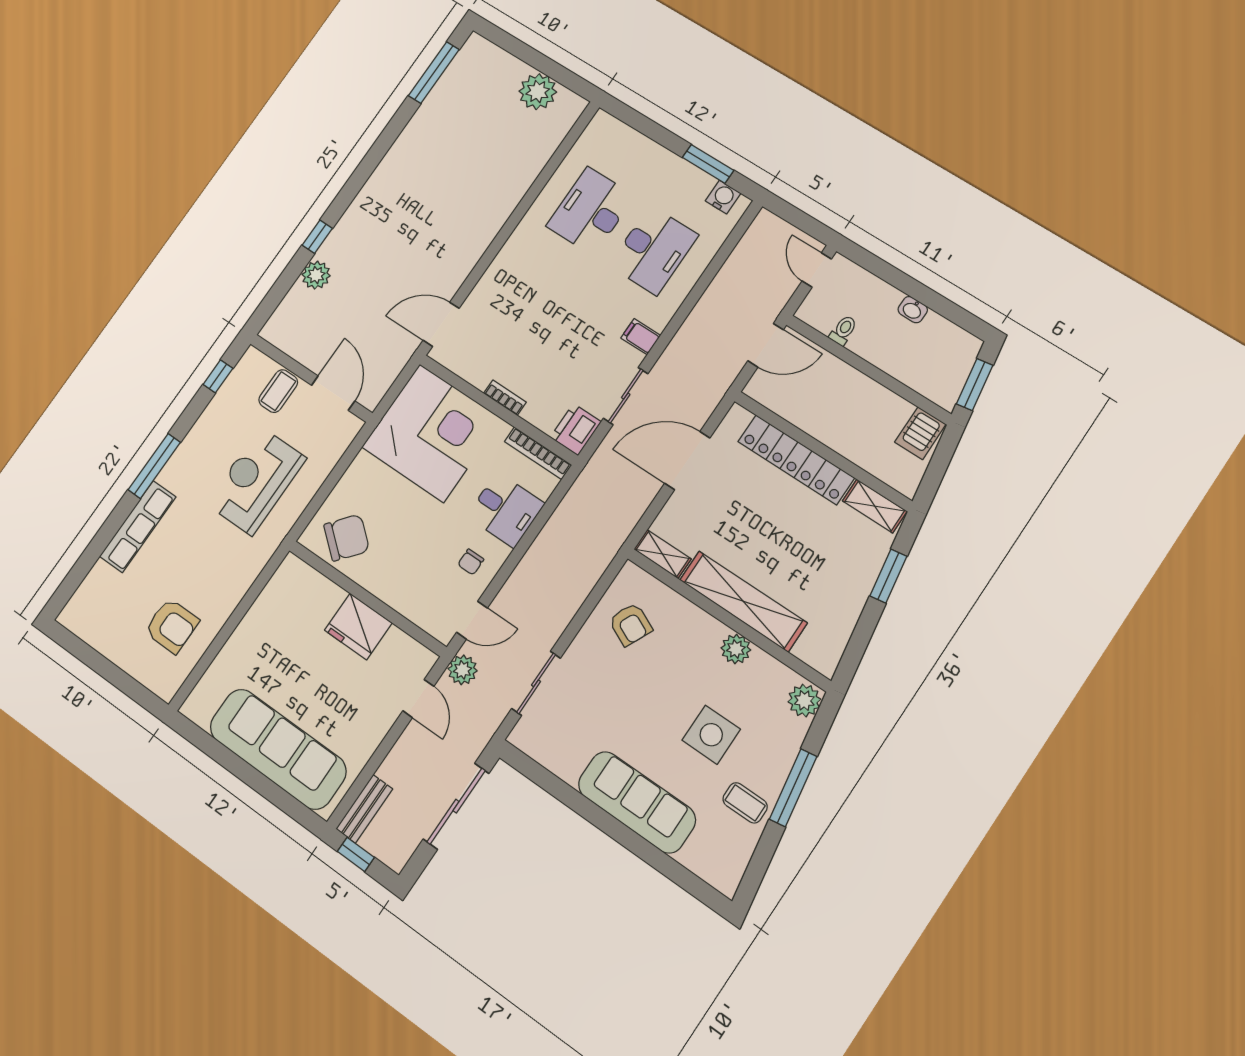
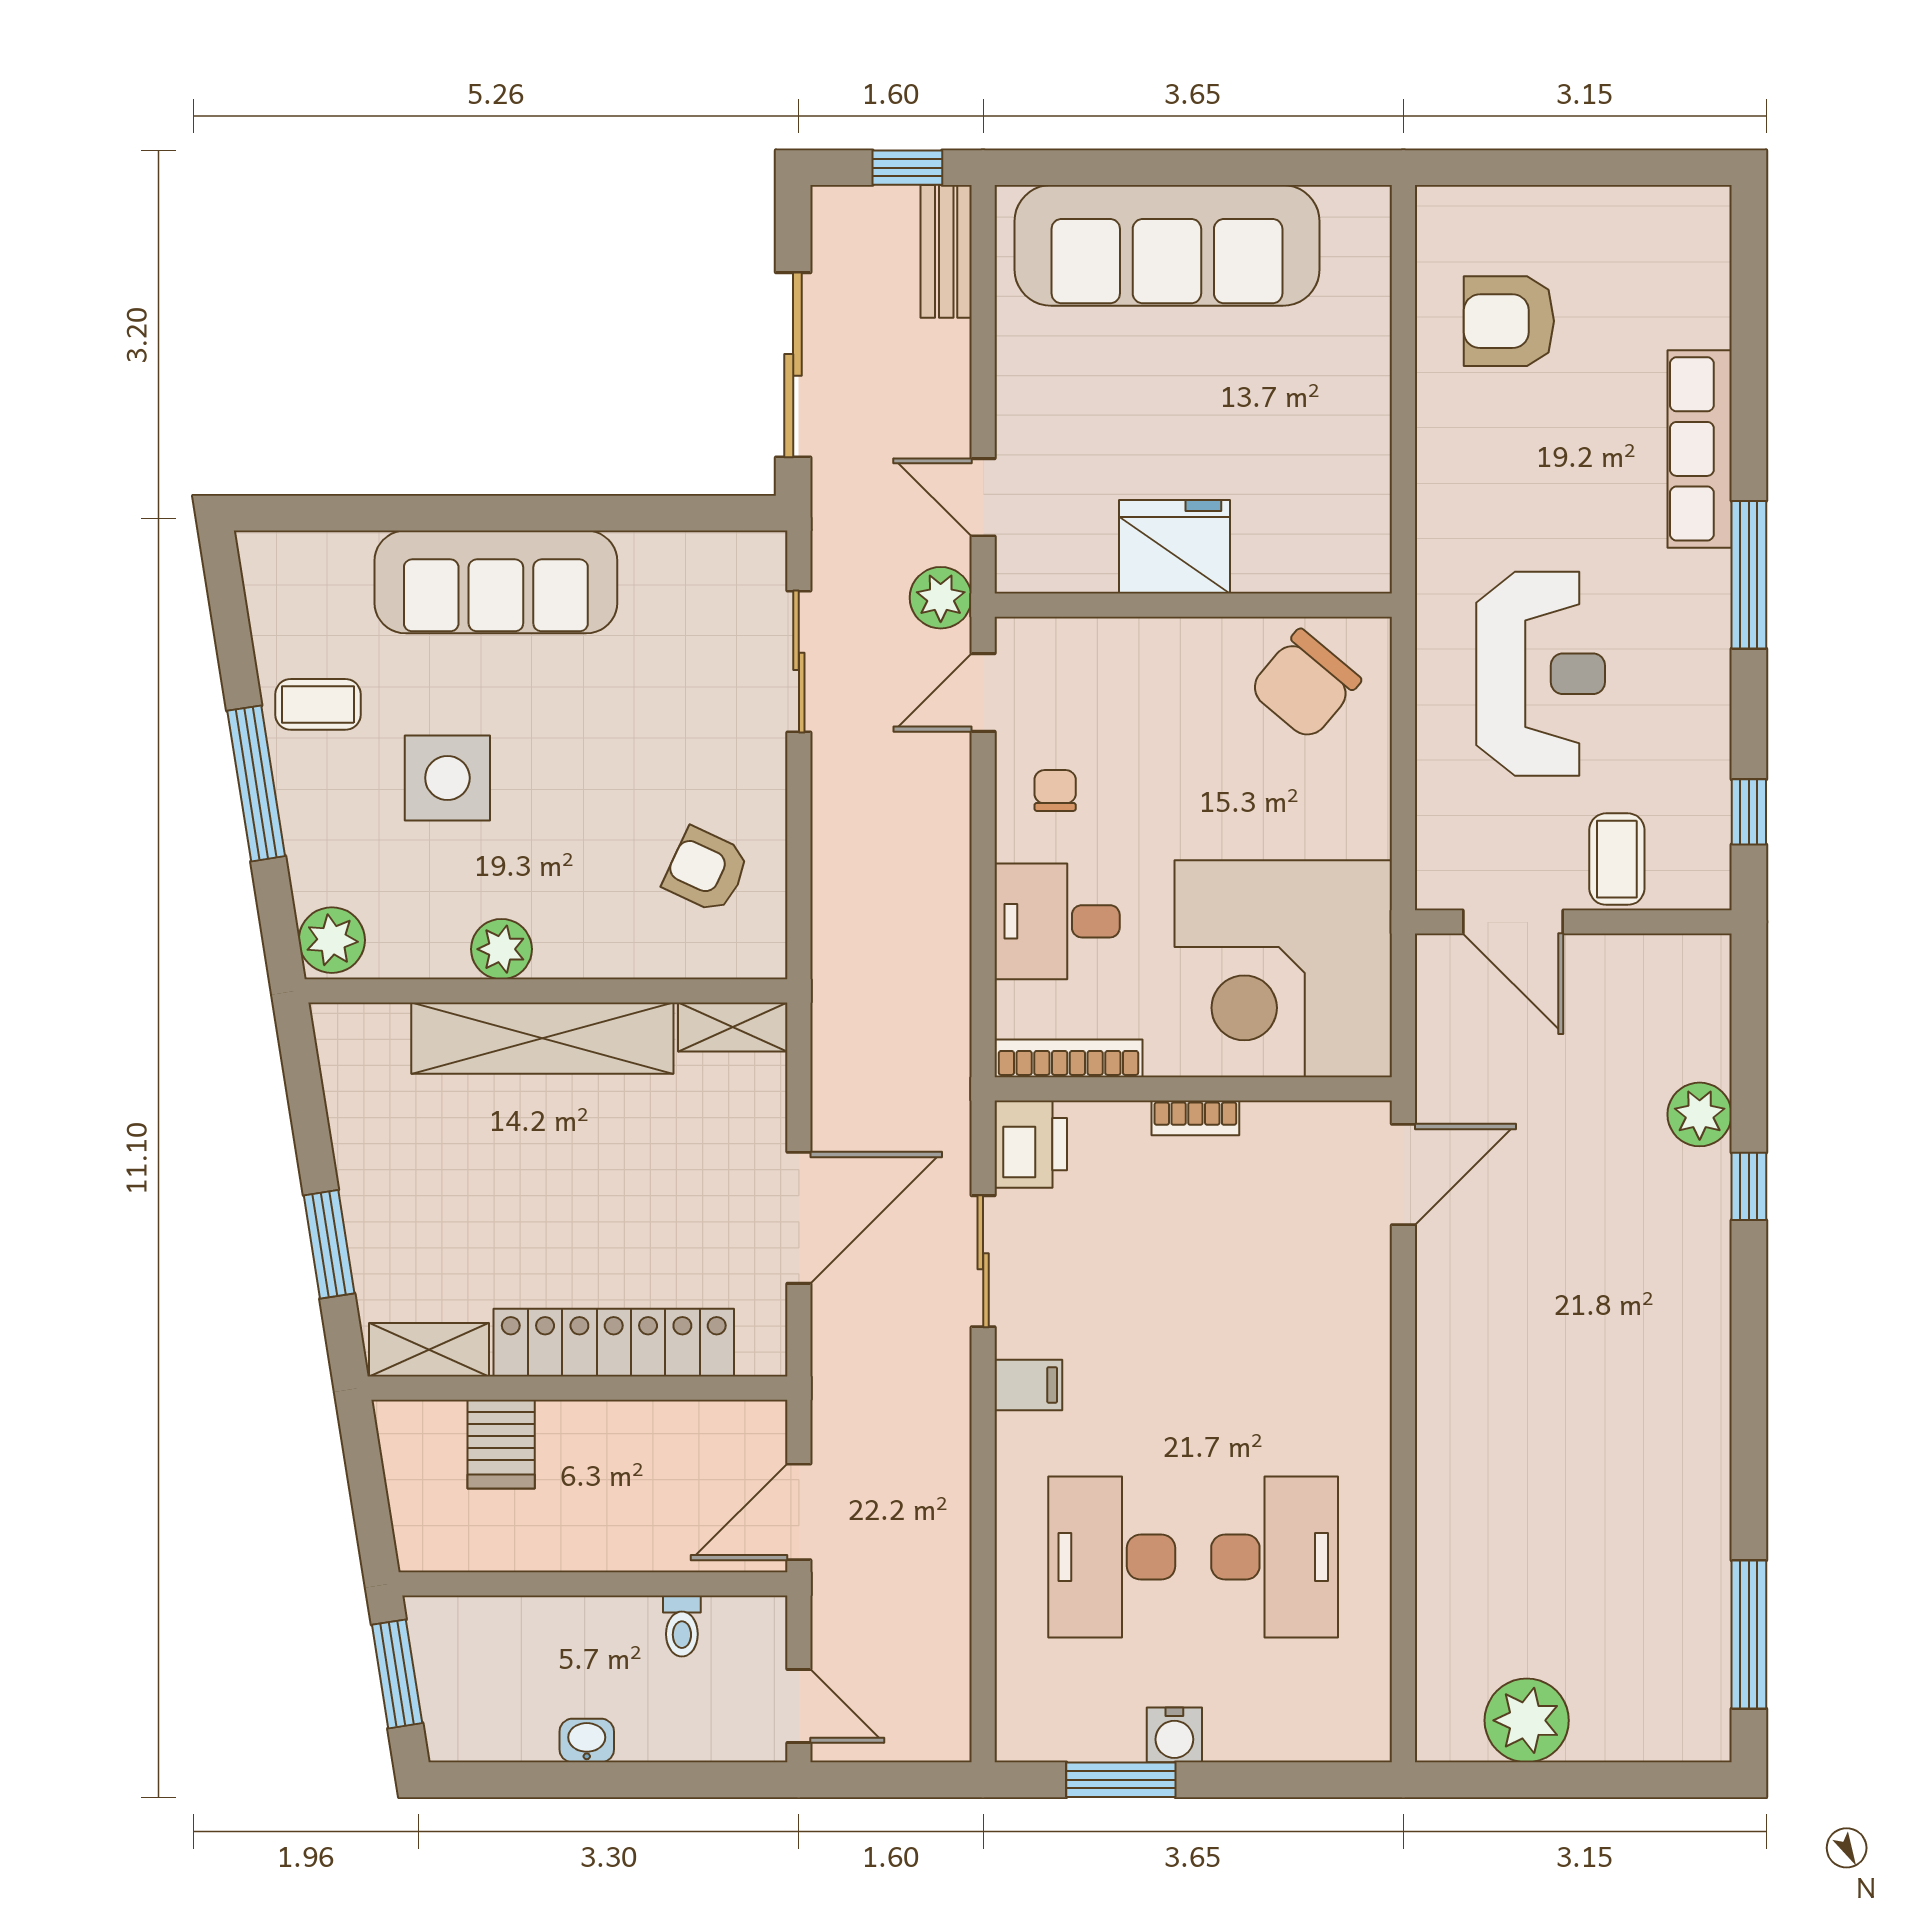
water cooler: (723, 197) -> (1174, 1735), moved
server rack: (920, 433) -> (501, 1444), moved, turned 180

